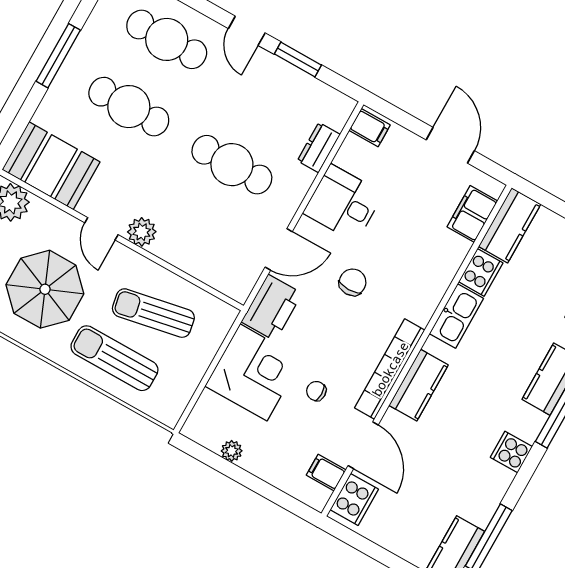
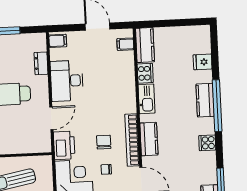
desk: (343, 203) -> (67, 81), width x1.37
filing cabinet: (472, 214) -> (125, 44), width x0.50
chair: (353, 282) -> (104, 142), moved

